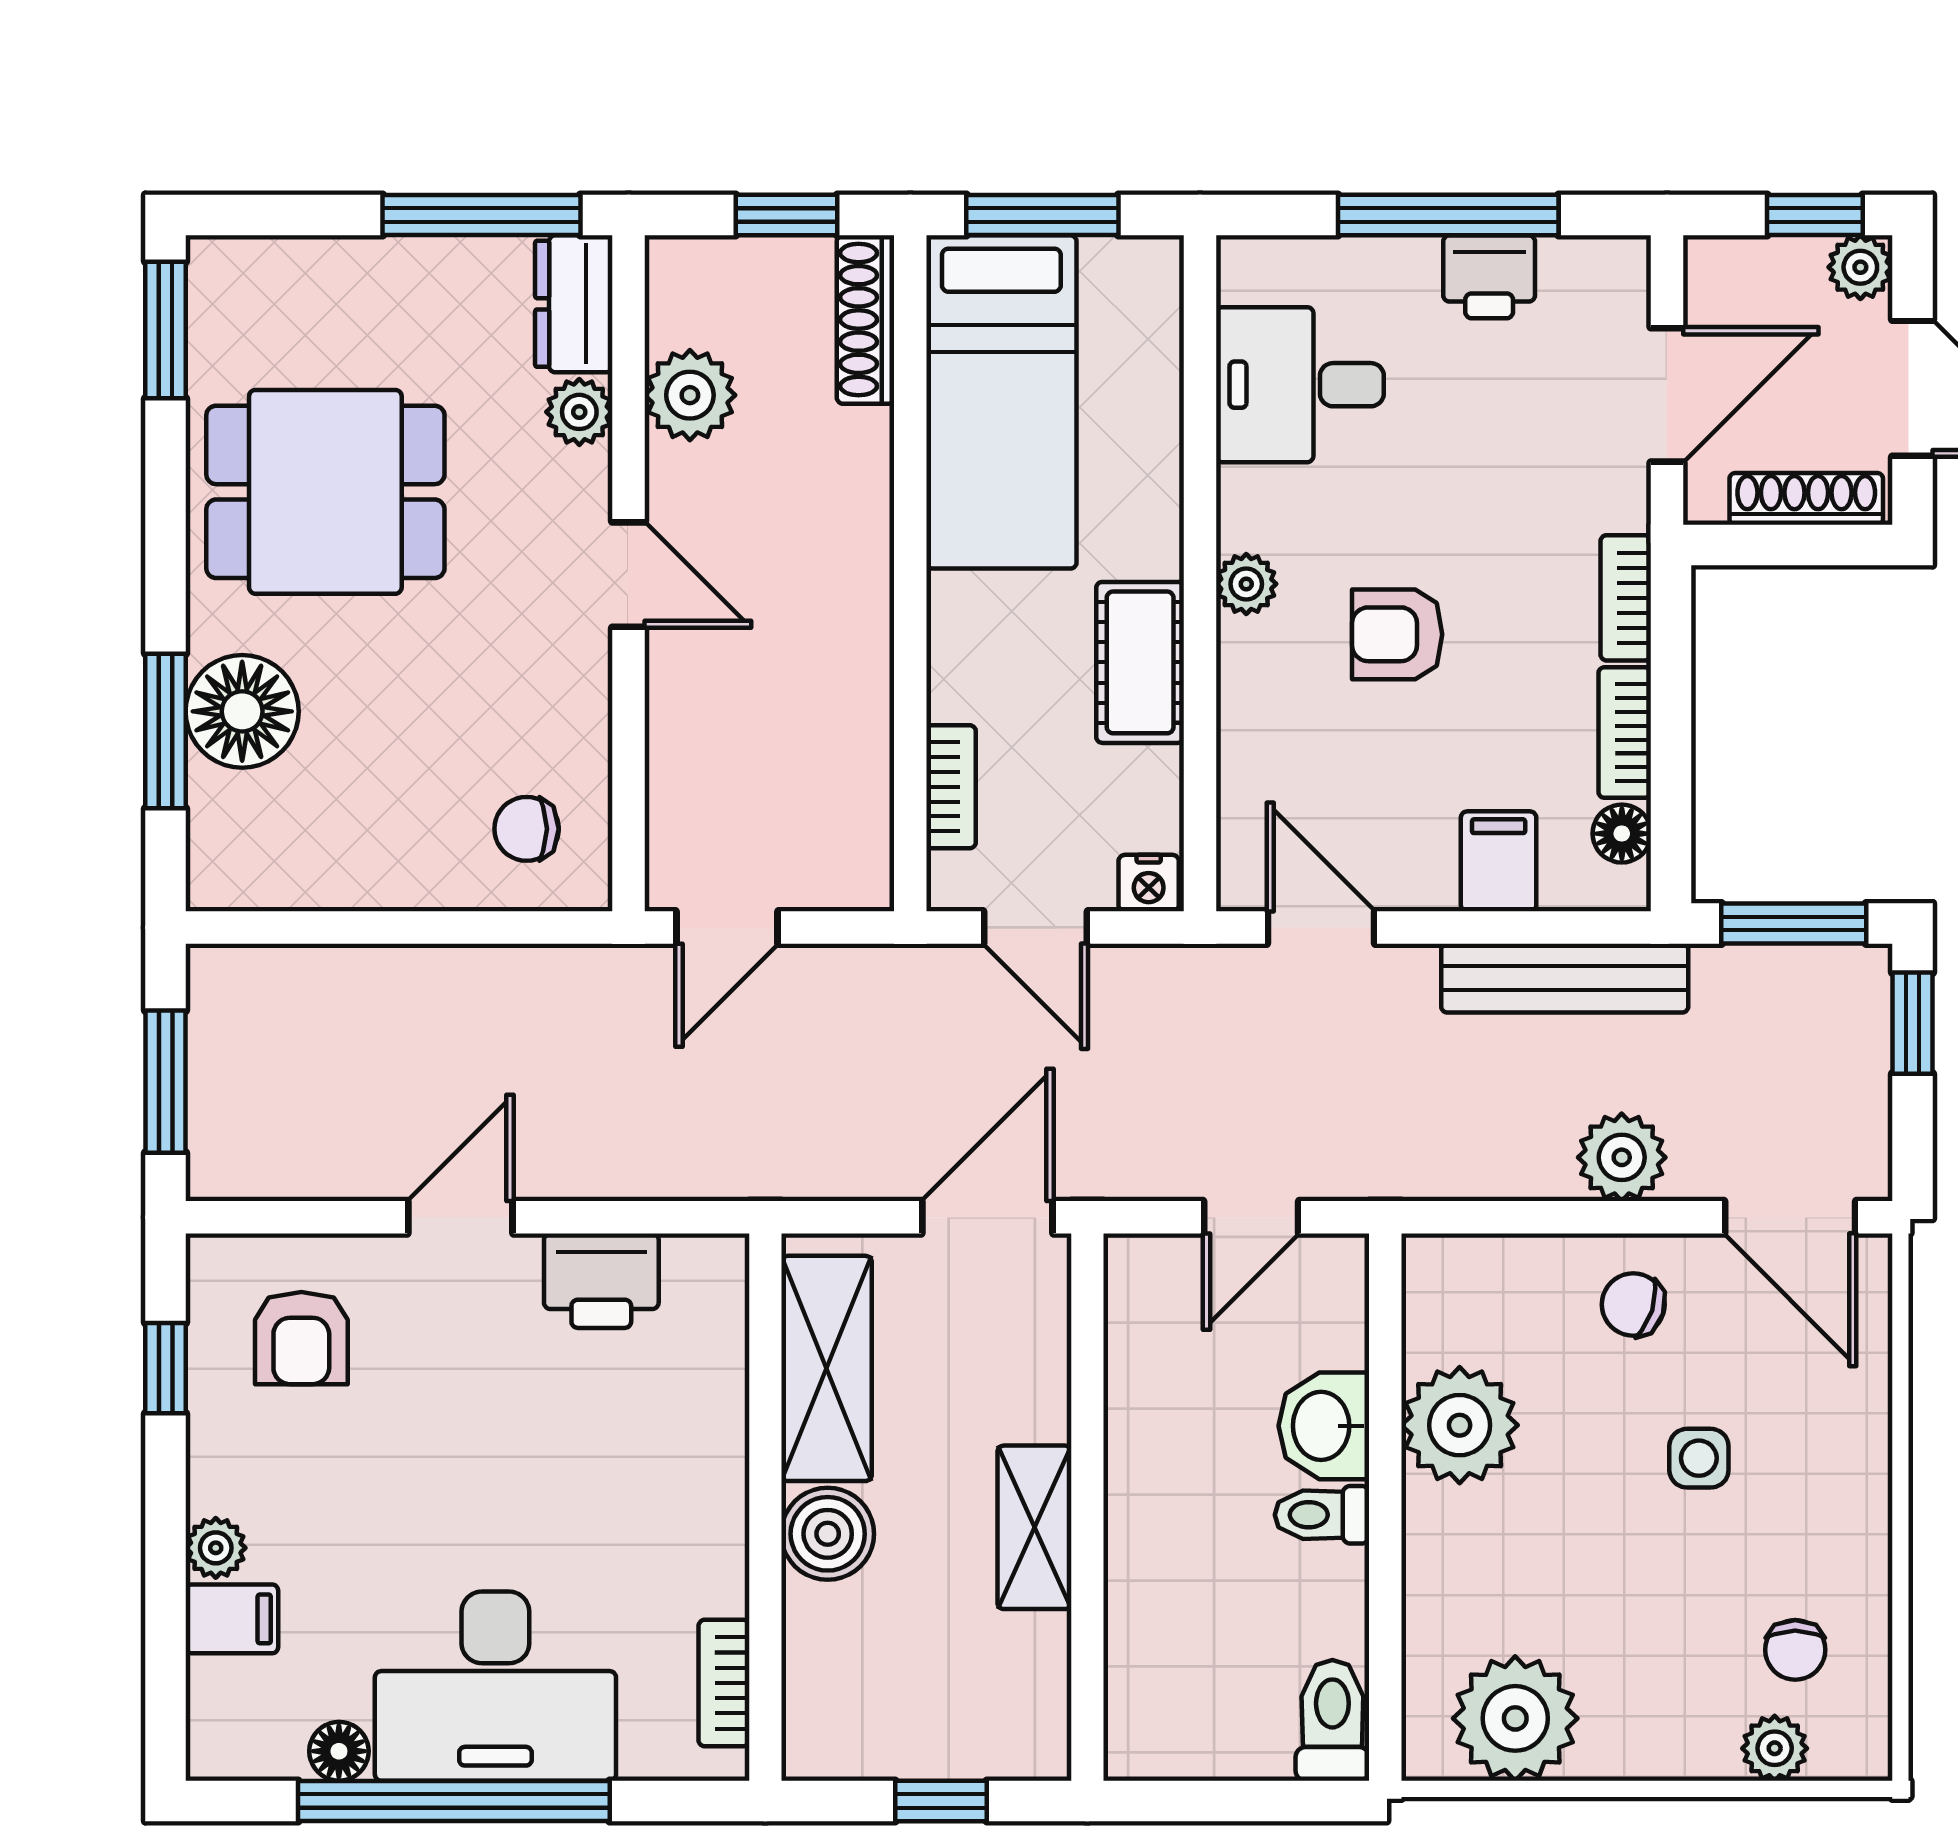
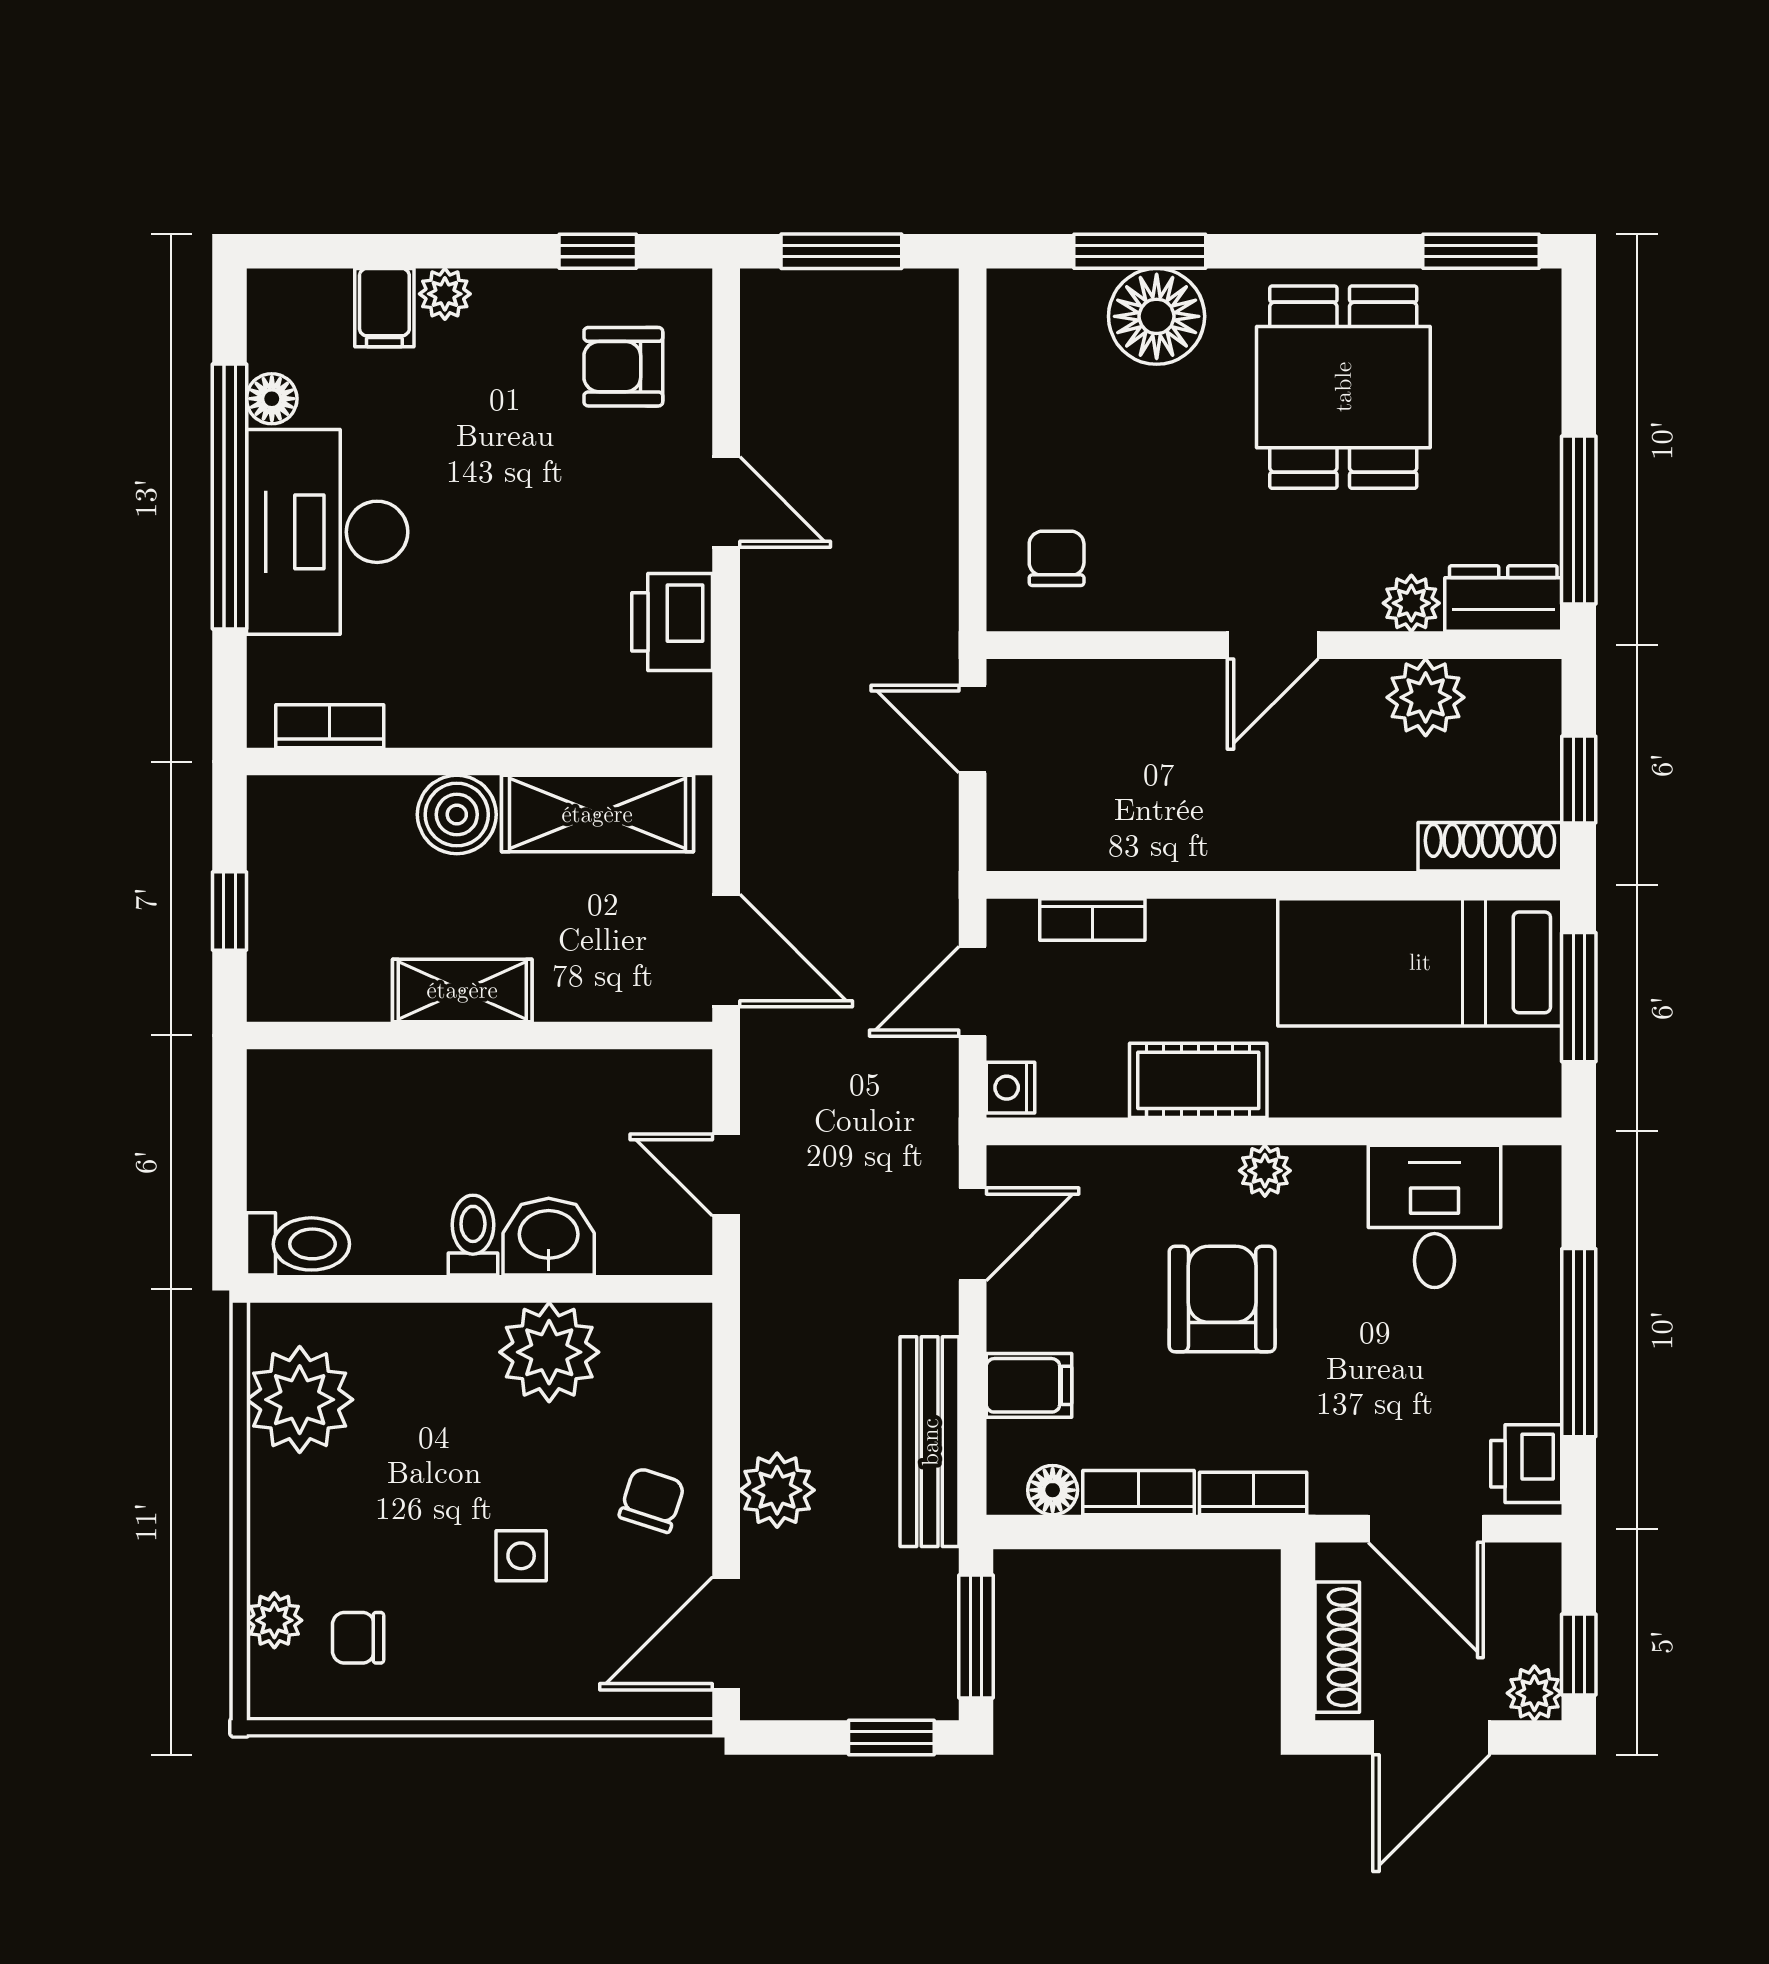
printer: (1489, 277) -> (1526, 1464), moved
armchair: (1397, 634) -> (1222, 1299), width x1.38, depth x1.38

